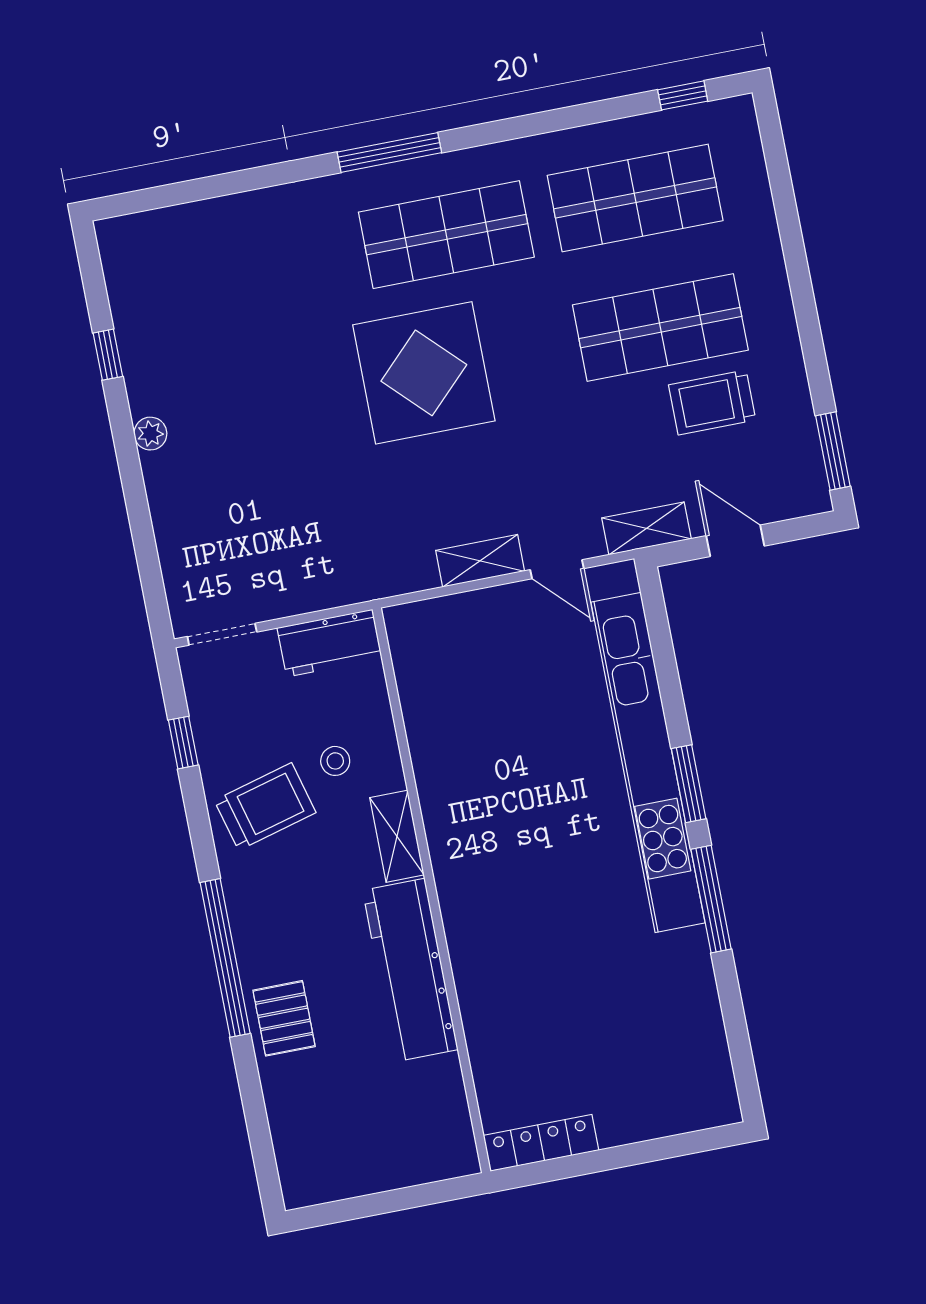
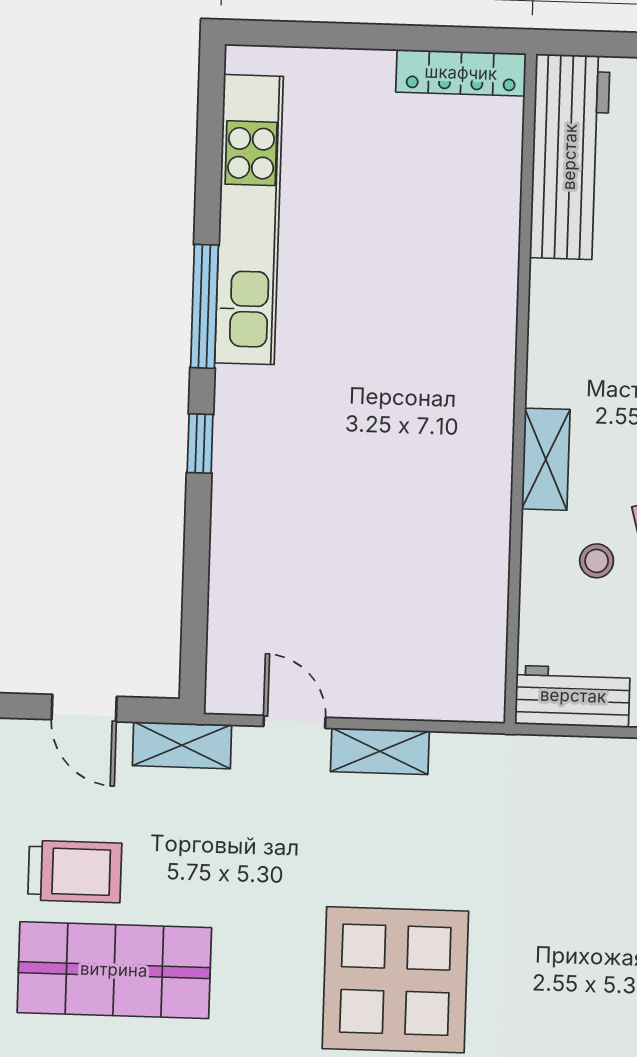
kitchen unit: (648, 762) -> (249, 220), moved, width x0.73
window: (689, 784) -> (200, 444), width x0.67
workbench: (410, 970) -> (570, 157), moved

